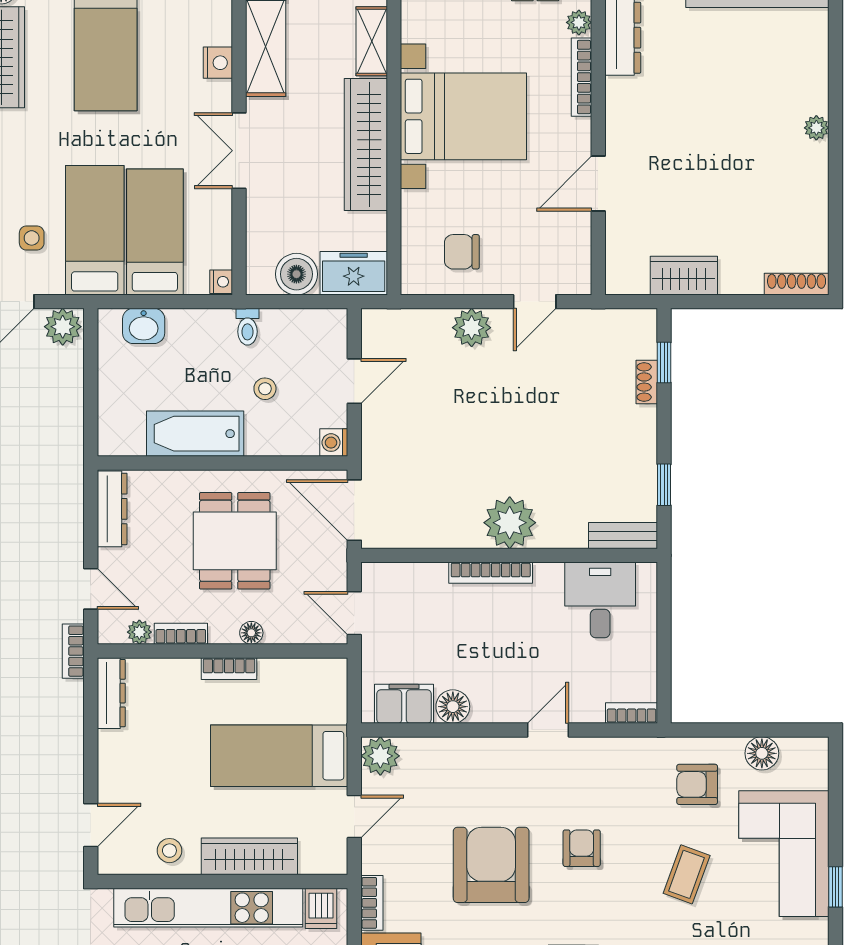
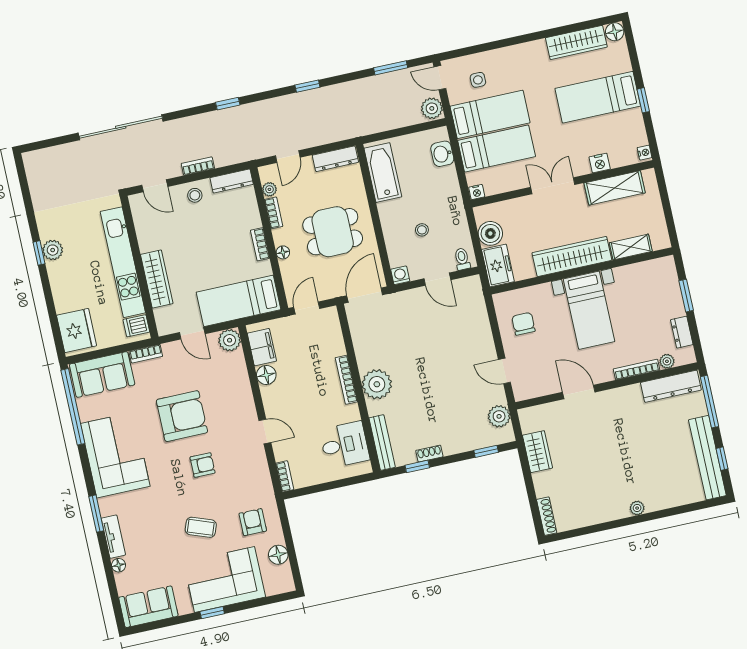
bed with nightstands: (463, 116) -> (589, 310), width x0.73
toilet: (247, 327) -> (462, 259), moved, turned 90
plant: (472, 328) -> (499, 416), moved
shoe rack: (647, 382) -> (429, 454), moved
bathtub: (195, 434) -> (383, 173), moved
bench: (623, 536) -> (382, 443), width x1.36
bookcase: (73, 651) -> (198, 166), moved
bed: (279, 756) -> (239, 301), moved, turned -90
stool: (169, 851) -> (195, 195), moved

